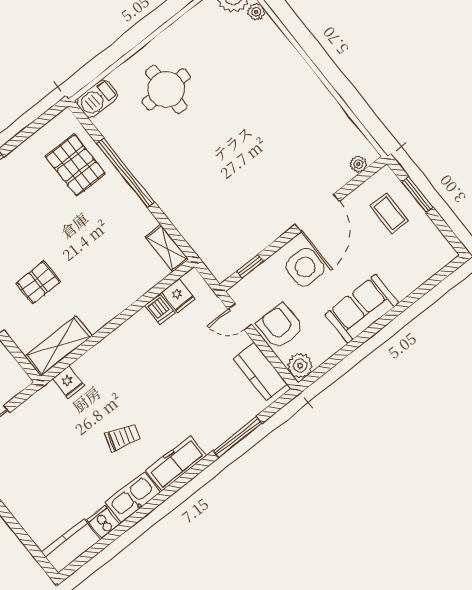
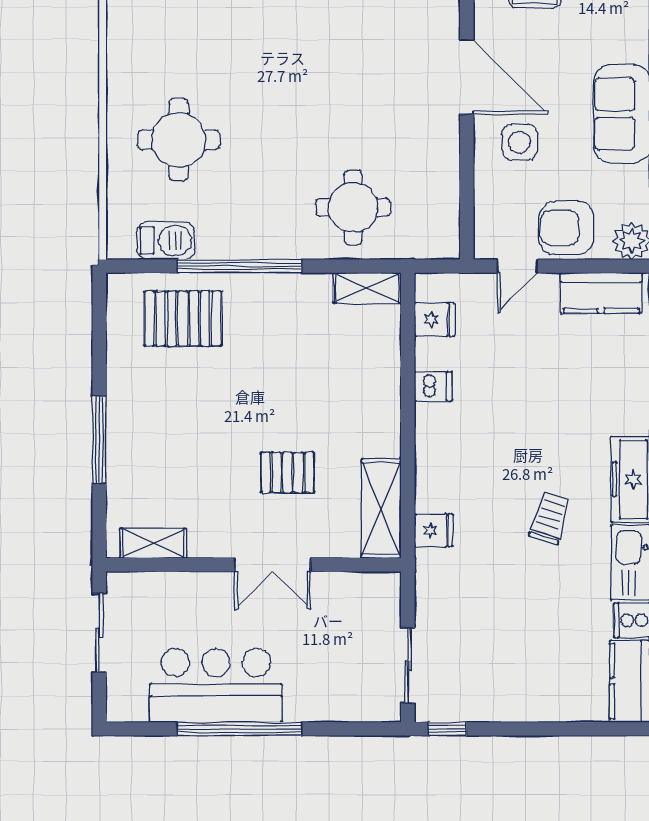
barbecue: (97, 99) -> (166, 241), moved, turned -90
round table: (203, 208) -> (353, 207), added
window: (250, 266) -> (467, 207), removed
side table: (305, 267) -> (520, 142), width x0.73, depth x0.73
pallet: (38, 283) -> (288, 473), turned 90
dishwasher: (160, 309) -> (433, 386), moved

